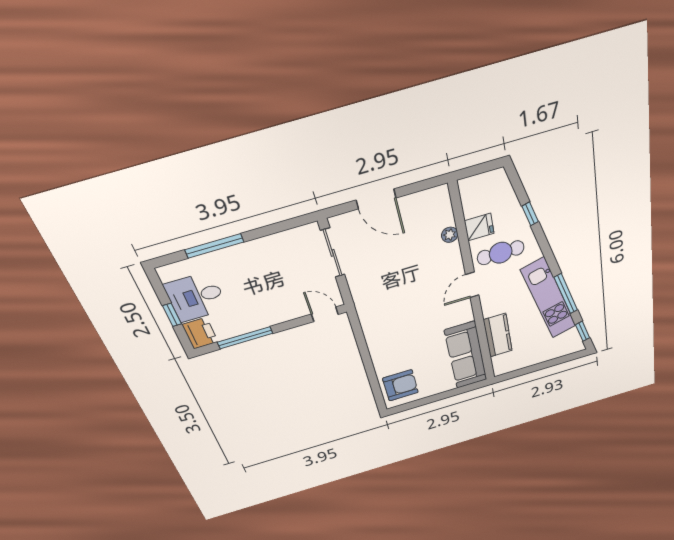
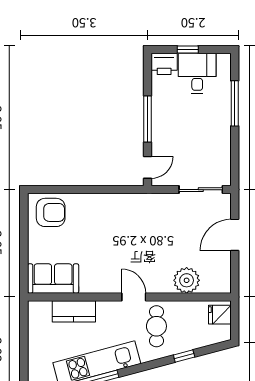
fridge: (479, 227) -> (220, 315), moved, turned 90
plant: (450, 235) -> (187, 280), width x1.87, depth x1.87
window: (245, 338) -> (148, 119), moved
sofa: (466, 355) -> (53, 279), width x0.73
armchair: (401, 385) -> (51, 212), turned -90

